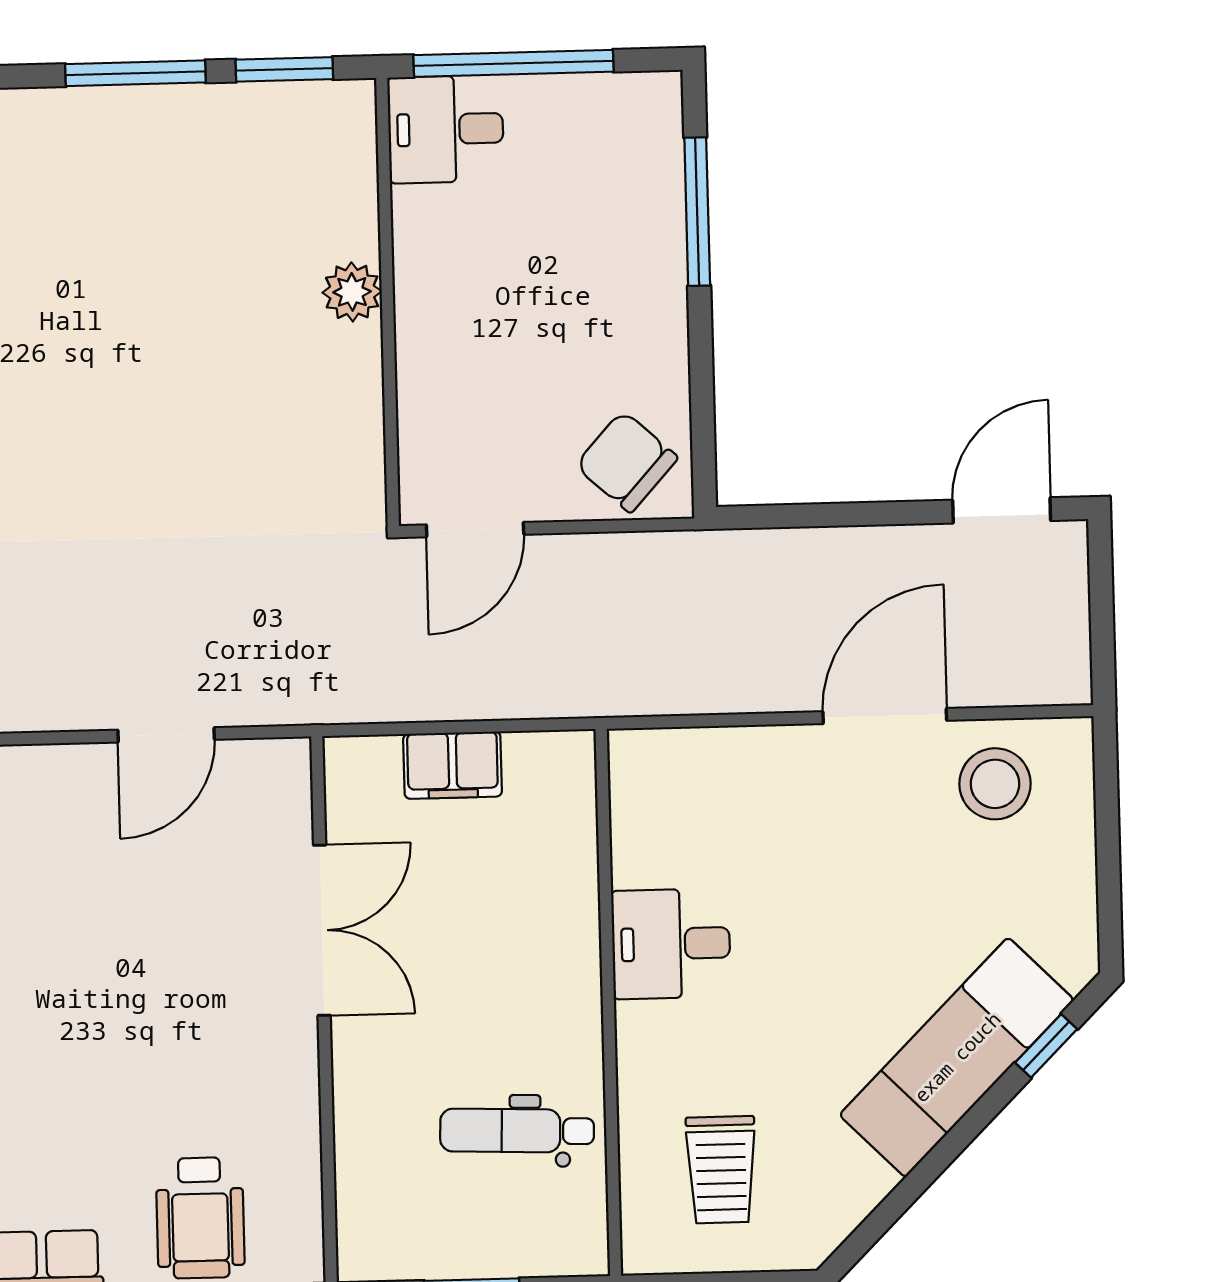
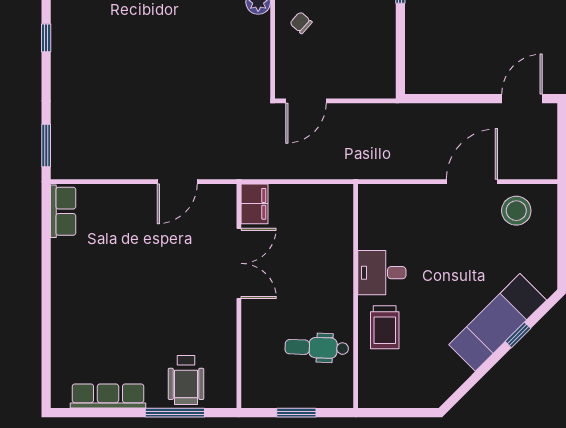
chair: (626, 462) -> (301, 23), moved, width x0.54, depth x0.54
filing cabinet: (453, 765) -> (254, 204), moved, turned -90
window: (1046, 1046) -> (518, 335), moved
trolley: (721, 1170) -> (385, 327), moved

